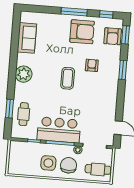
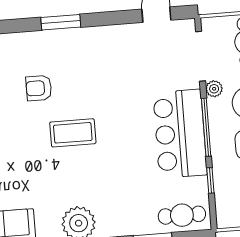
window: (123, 70) -> (61, 22), moved
cafe table: (24, 114) -> (182, 215), moved

